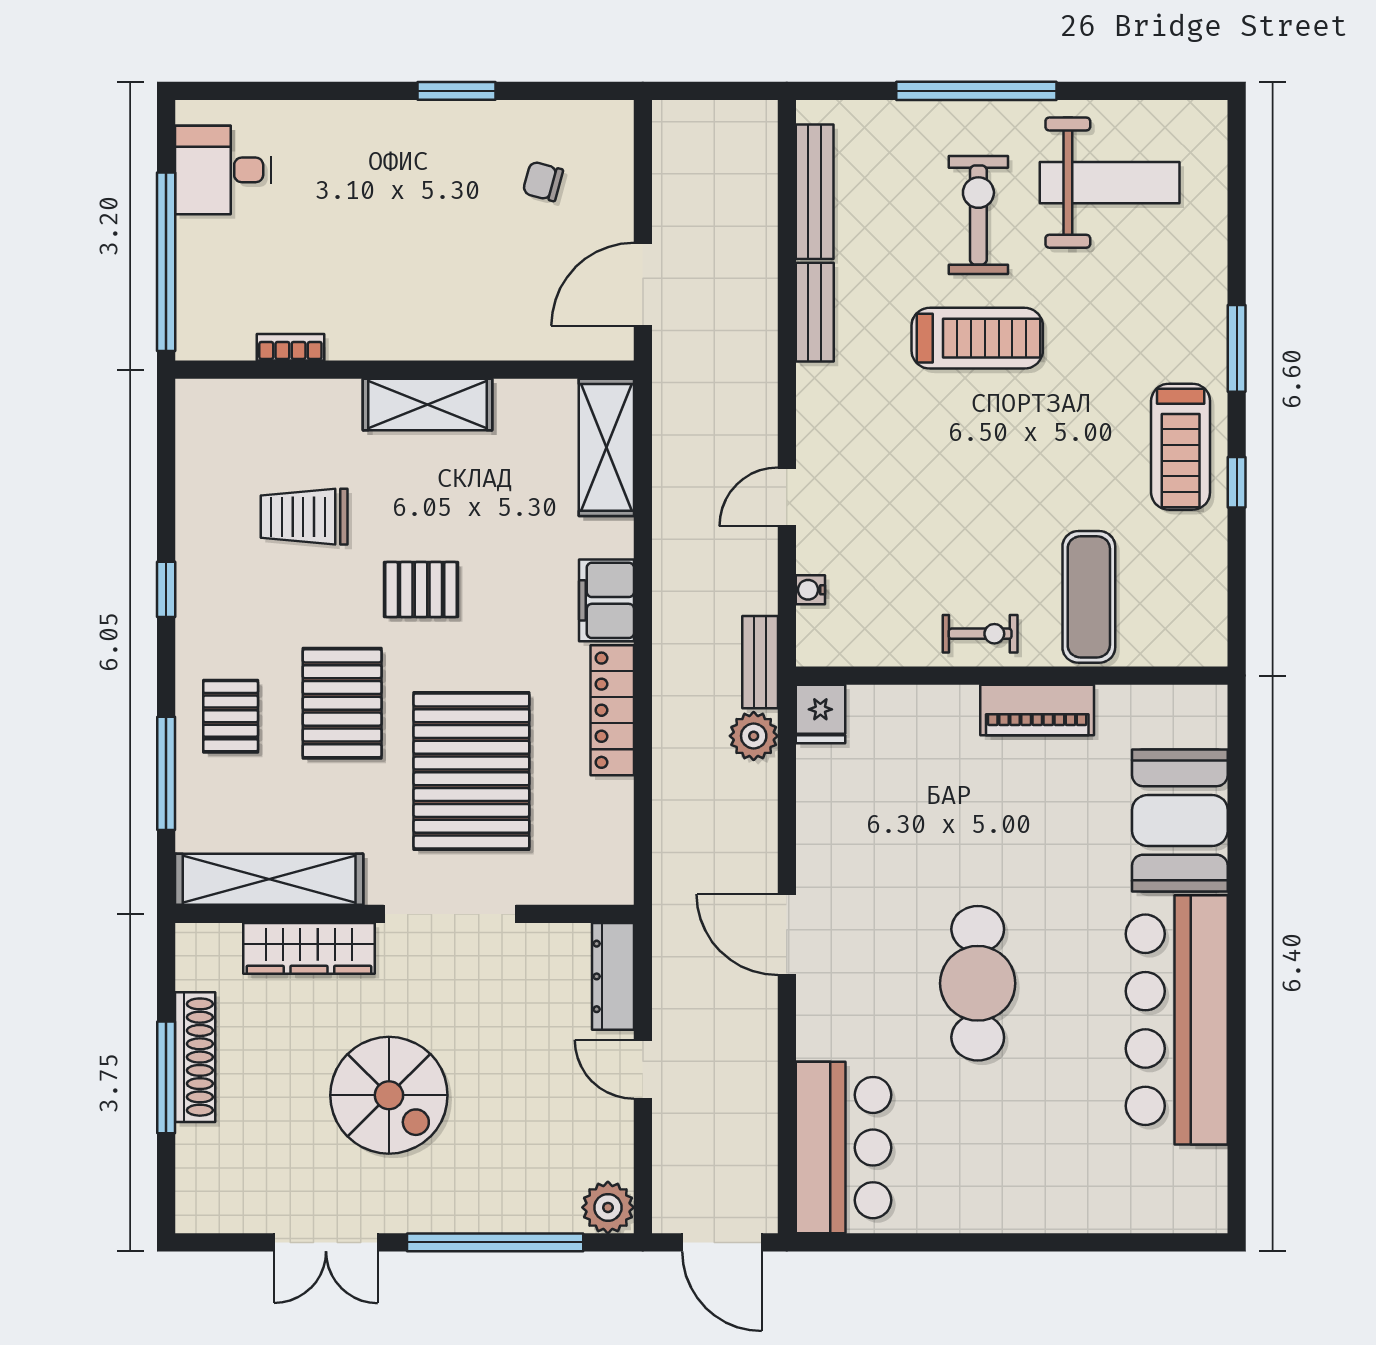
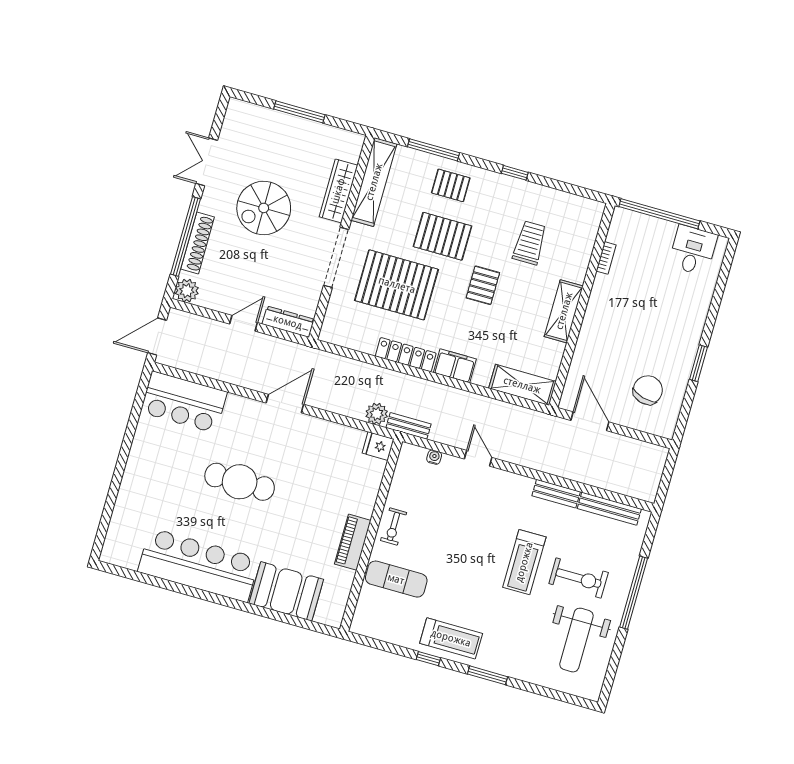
chair: (543, 181) -> (648, 390), width x1.87, depth x1.87
treadmill: (1181, 447) -> (451, 638), turned 180
shoe rack: (195, 1057) -> (198, 243), moved, turned -90

